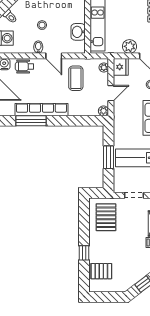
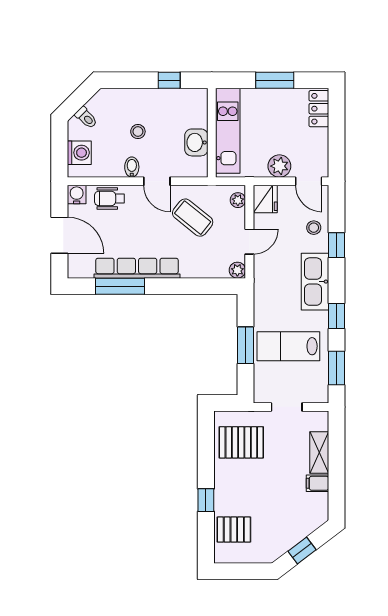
coffee table: (76, 78) -> (193, 218), turned -51
pallet: (106, 217) -> (241, 442), turned 90

